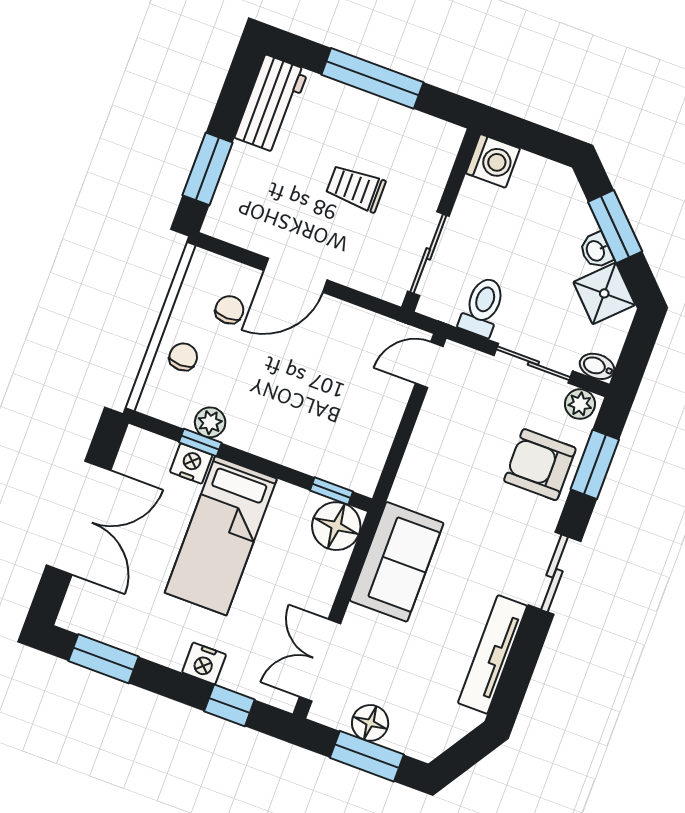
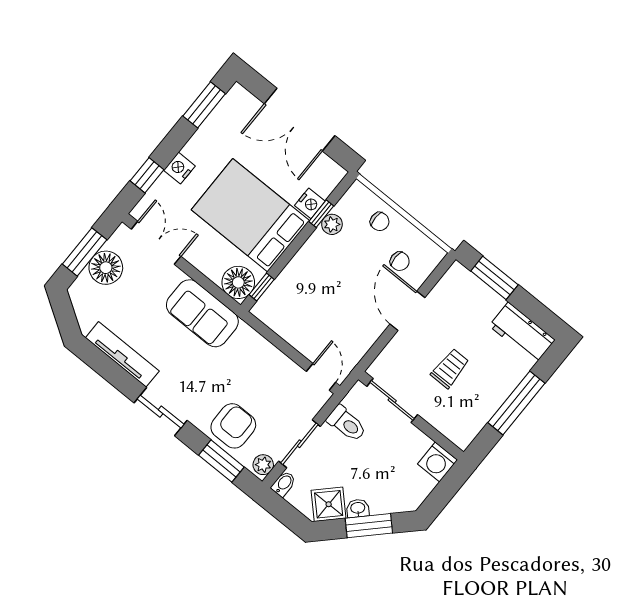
bed: (221, 536) -> (250, 215), width x1.50
floor lamp: (370, 723) -> (106, 268), width x1.38, depth x1.38

